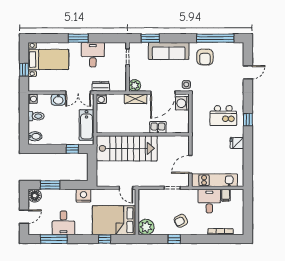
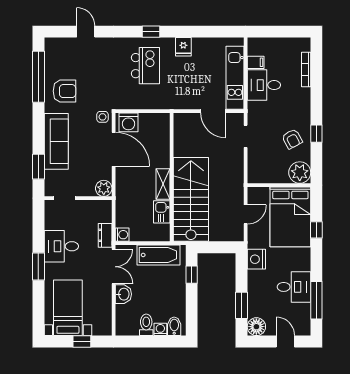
washing machine: (33, 99) -> (160, 329), moved
shelving: (136, 99) -> (163, 184), moved
kitchen sink: (158, 127) -> (162, 212), moved
door: (126, 188) -> (246, 214), moved
armchair: (181, 221) -> (292, 139), moved

